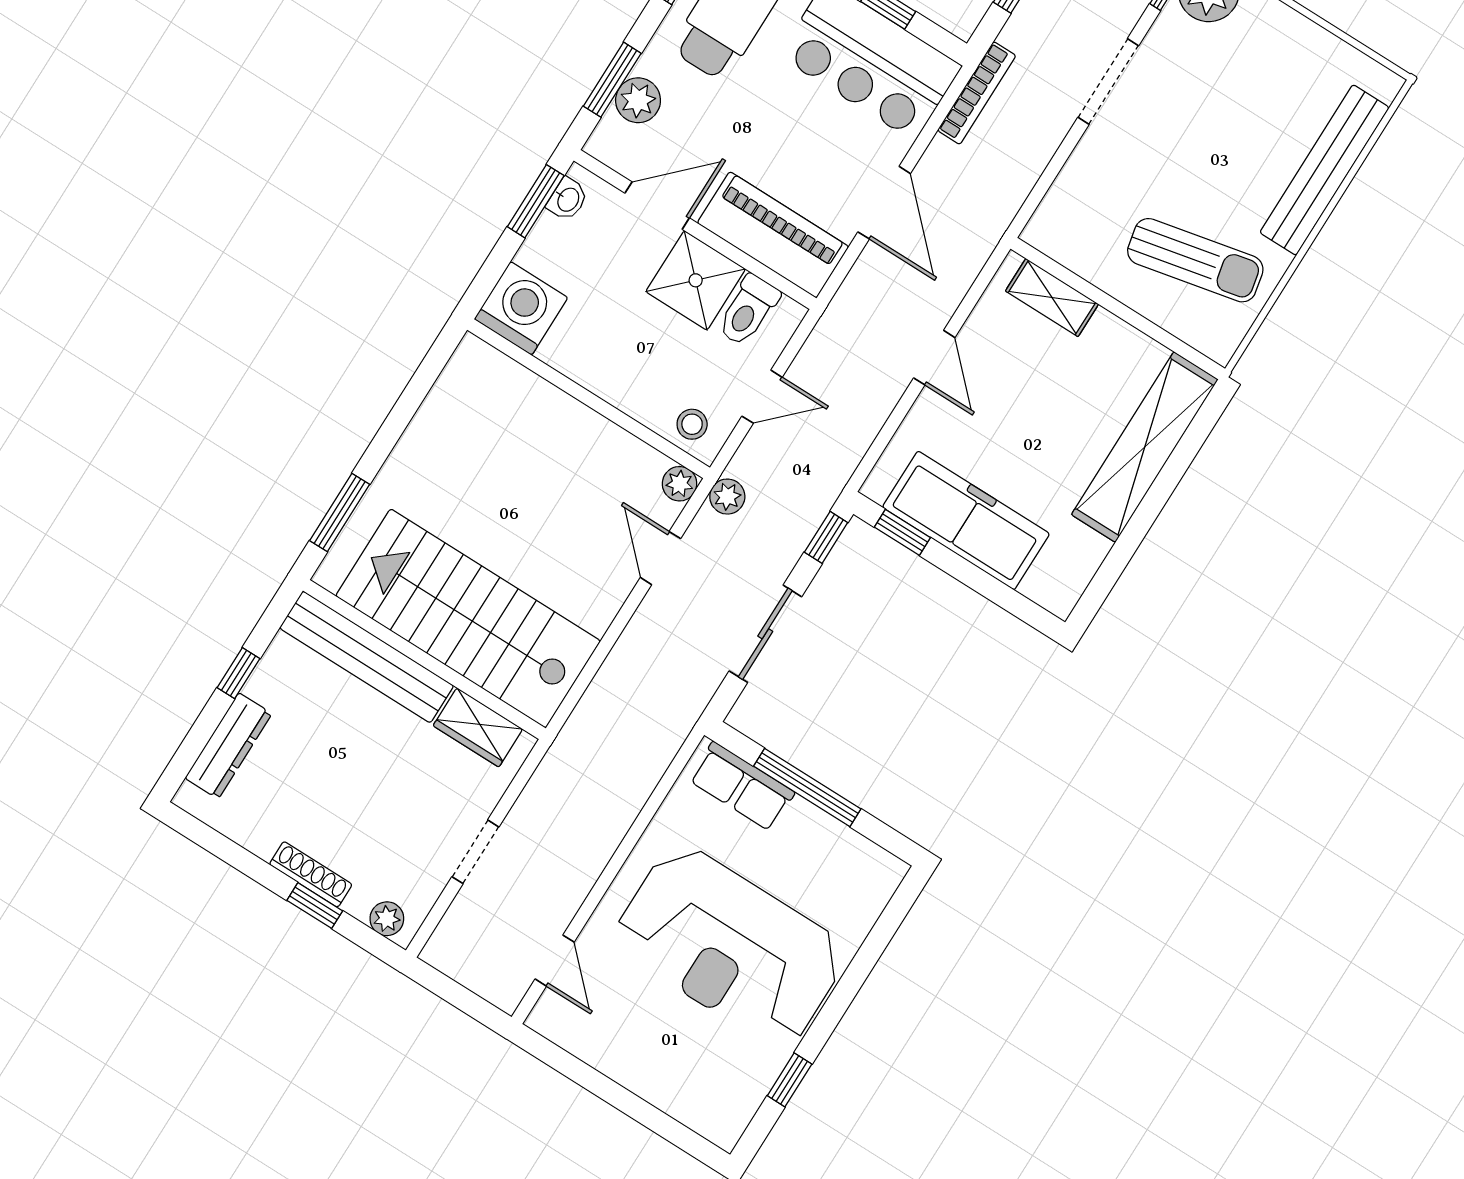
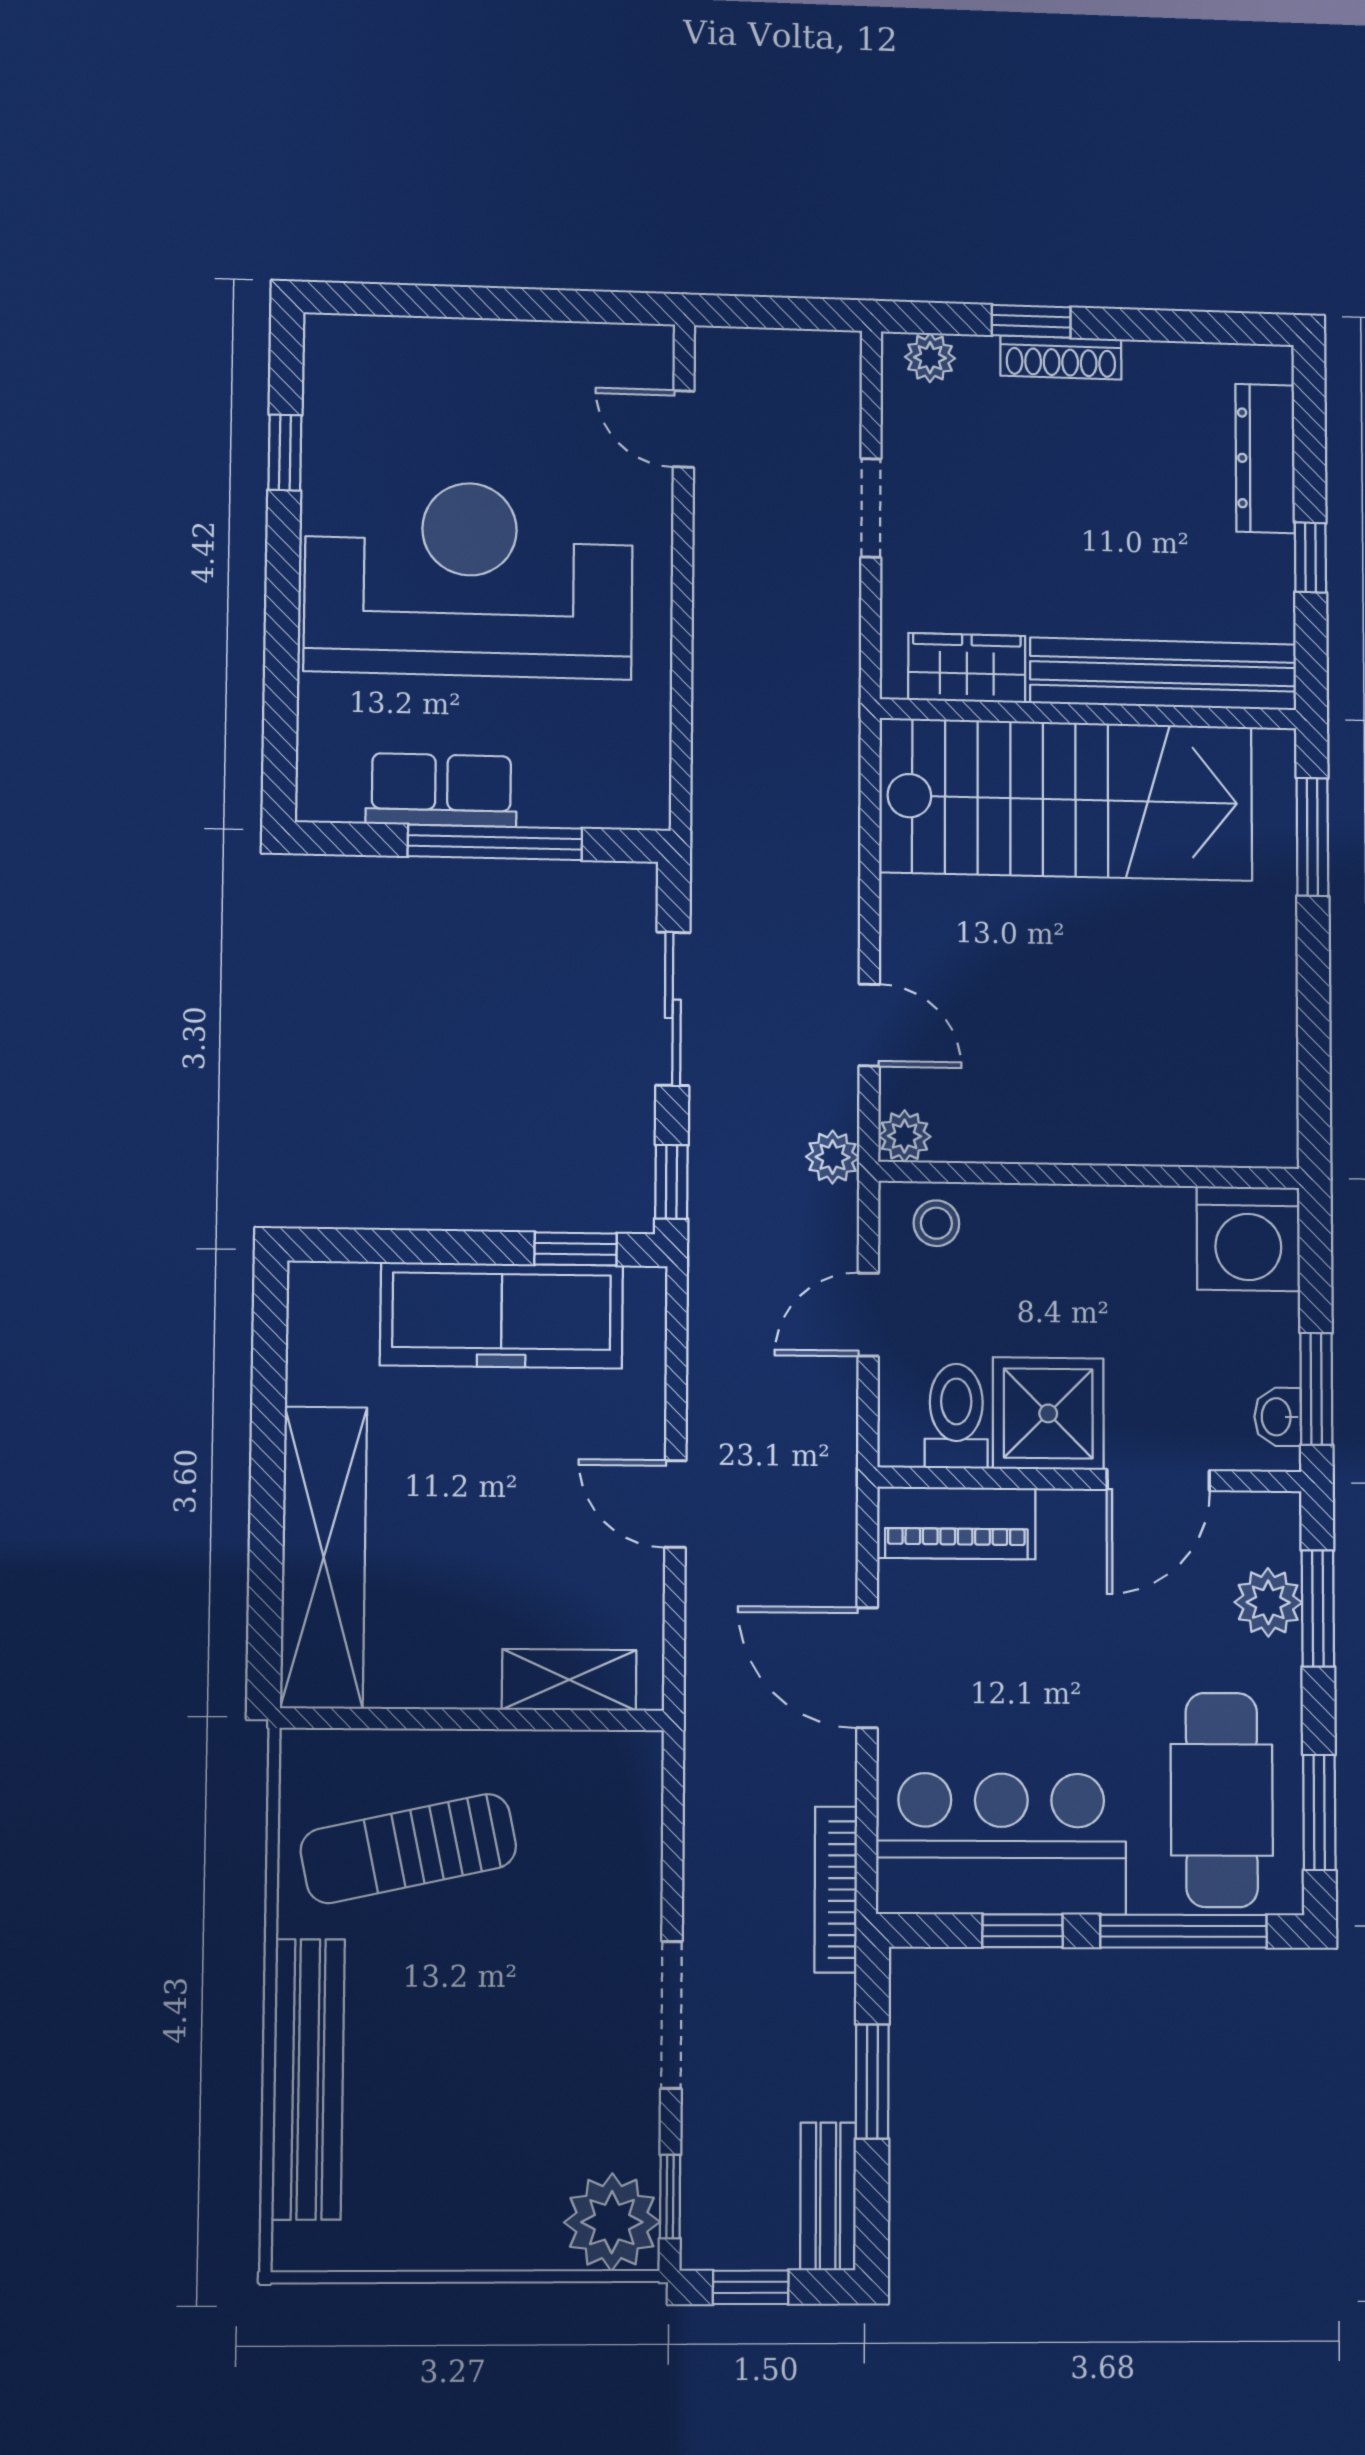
piano: (773, 235) -> (956, 1523), width x0.73, depth x0.75
row of seats: (742, 786) -> (441, 790), moved

